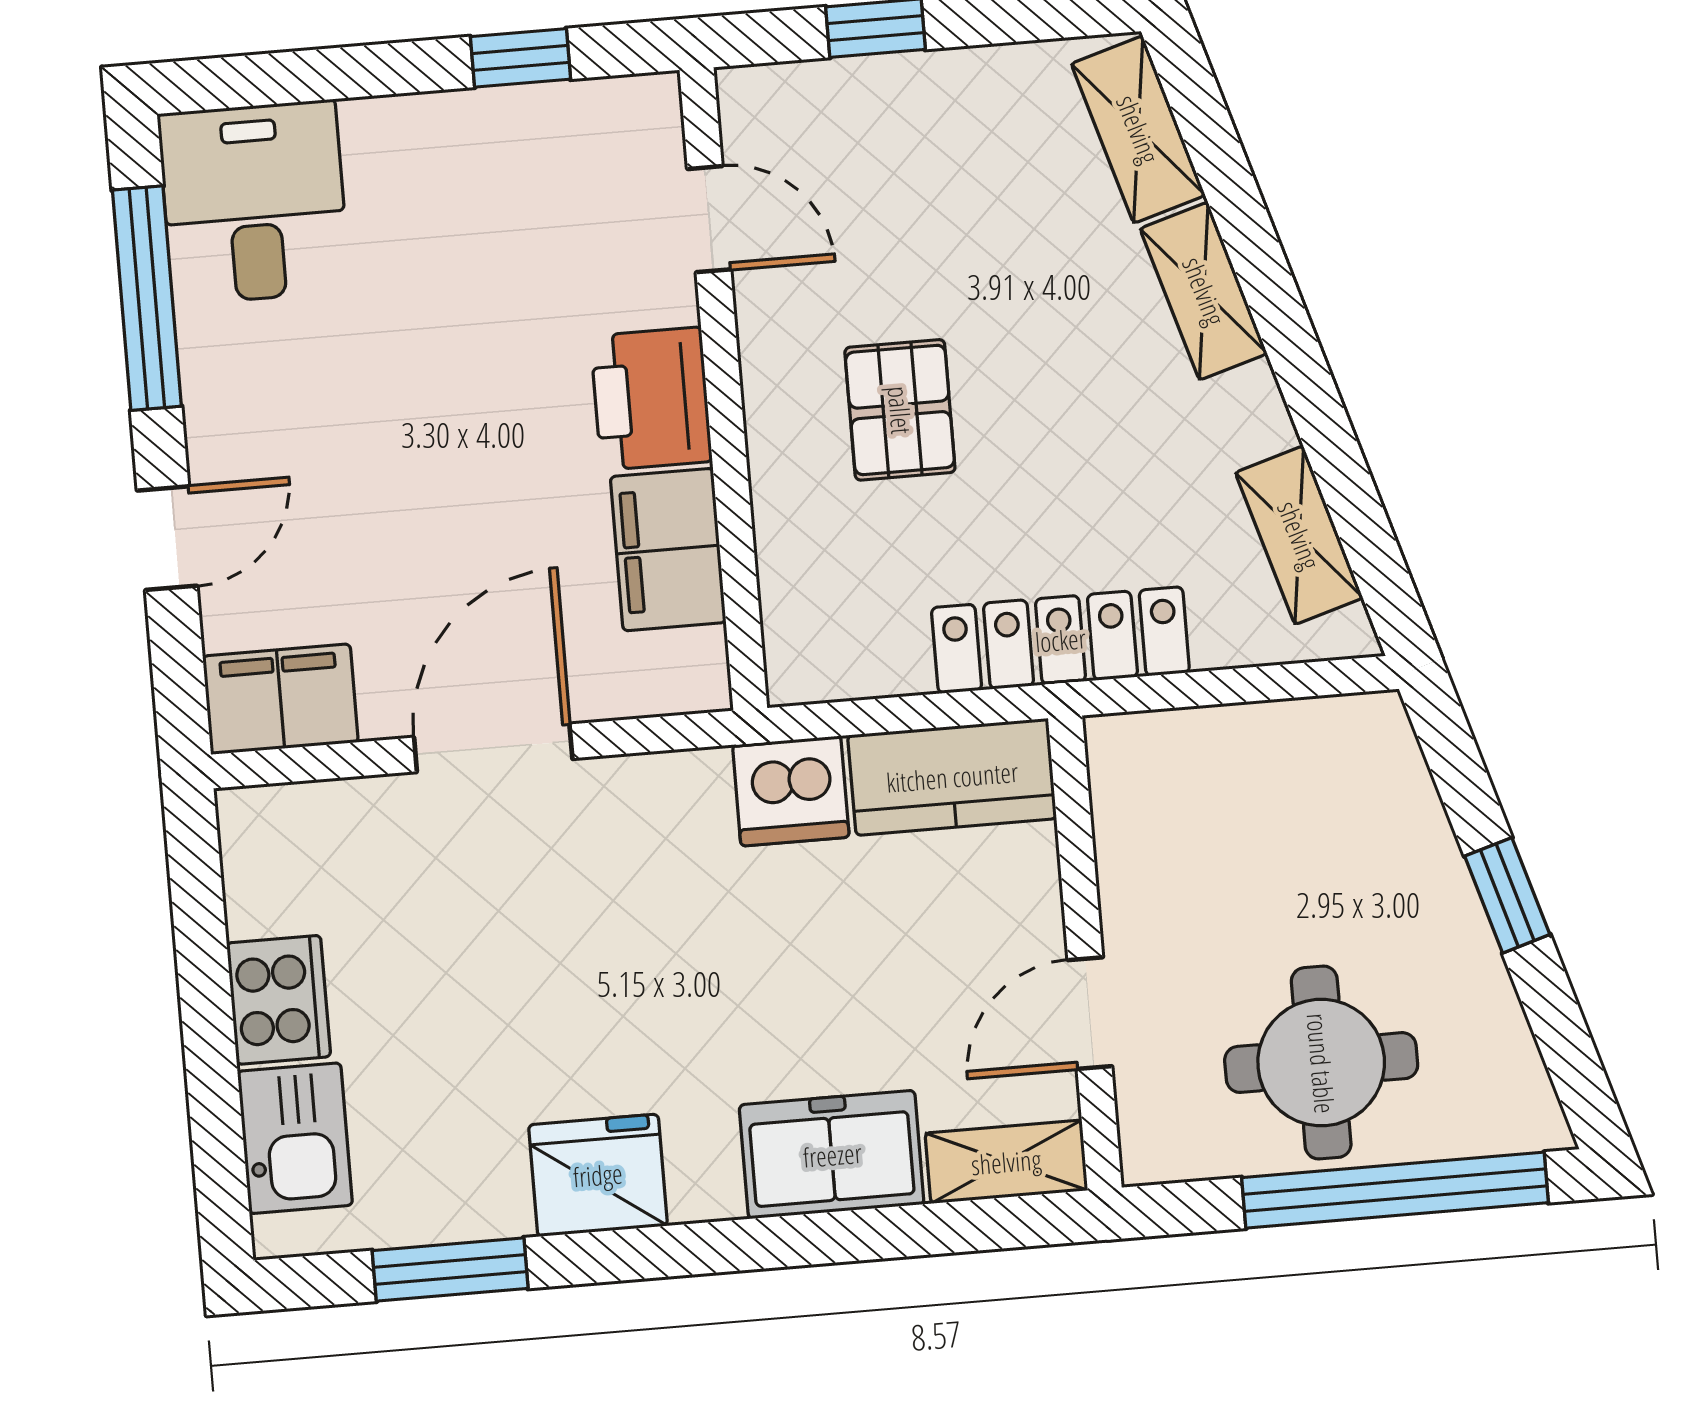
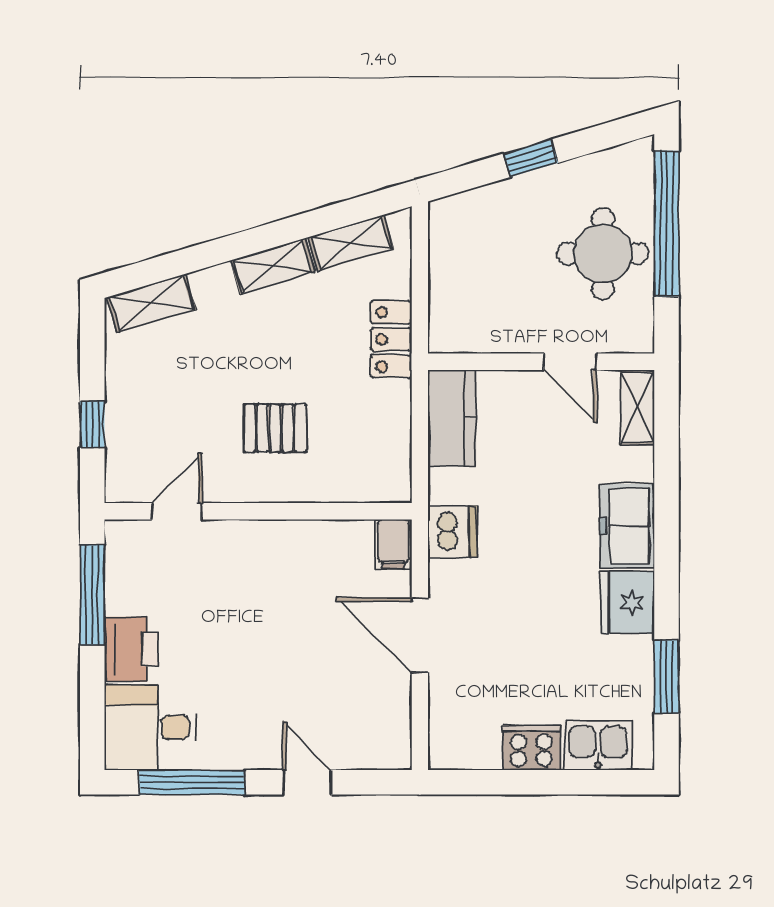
window: (520, 58) -> (92, 595), width x2.17
shelving: (1204, 291) -> (273, 266), moved
printer: (651, 399) -> (131, 649), moved, turned -90
filing cabinet: (668, 550) -> (393, 544), moved, width x0.50
locker: (1060, 640) -> (391, 339), width x0.66
filing cabinet: (280, 699) -> (388, 735), removed
dishwasher: (791, 791) -> (452, 532), moved
freezer: (832, 1155) -> (627, 526), moved

